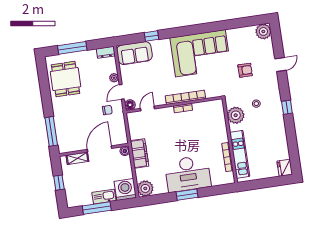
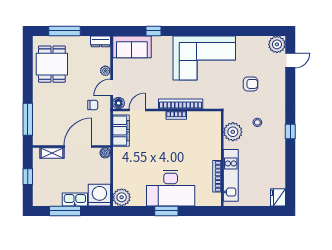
door: (280, 65) -> (290, 60), moved
filing cabinet: (139, 153) -> (121, 131), moved

